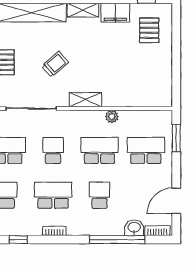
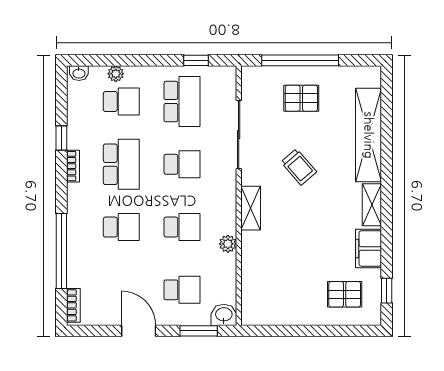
school desk: (99, 150) -> (182, 227), width x0.54
school desk: (146, 150) -> (182, 290), width x0.54
door: (176, 201) -> (139, 331), moved
washbasin: (134, 228) -> (224, 315), moved, turned -90
window: (18, 240) -> (61, 138), moved

